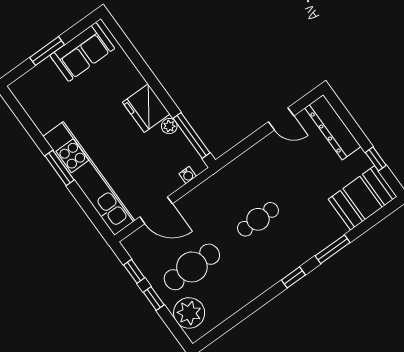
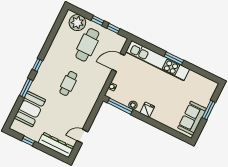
fridge: (146, 108) -> (147, 110), width x0.53, depth x0.75
booth: (363, 198) -> (30, 109), moved

